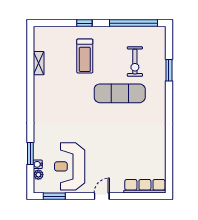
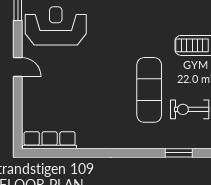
row of seats: (145, 186) -> (50, 140), moved, turned -90

